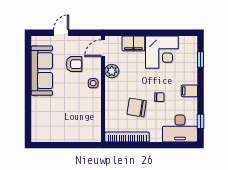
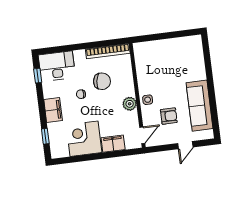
armchair: (74, 64) -> (169, 116), turned 180
plant: (112, 71) -> (130, 104), moved
filing cabinet: (189, 91) -> (53, 110), width x2.00

